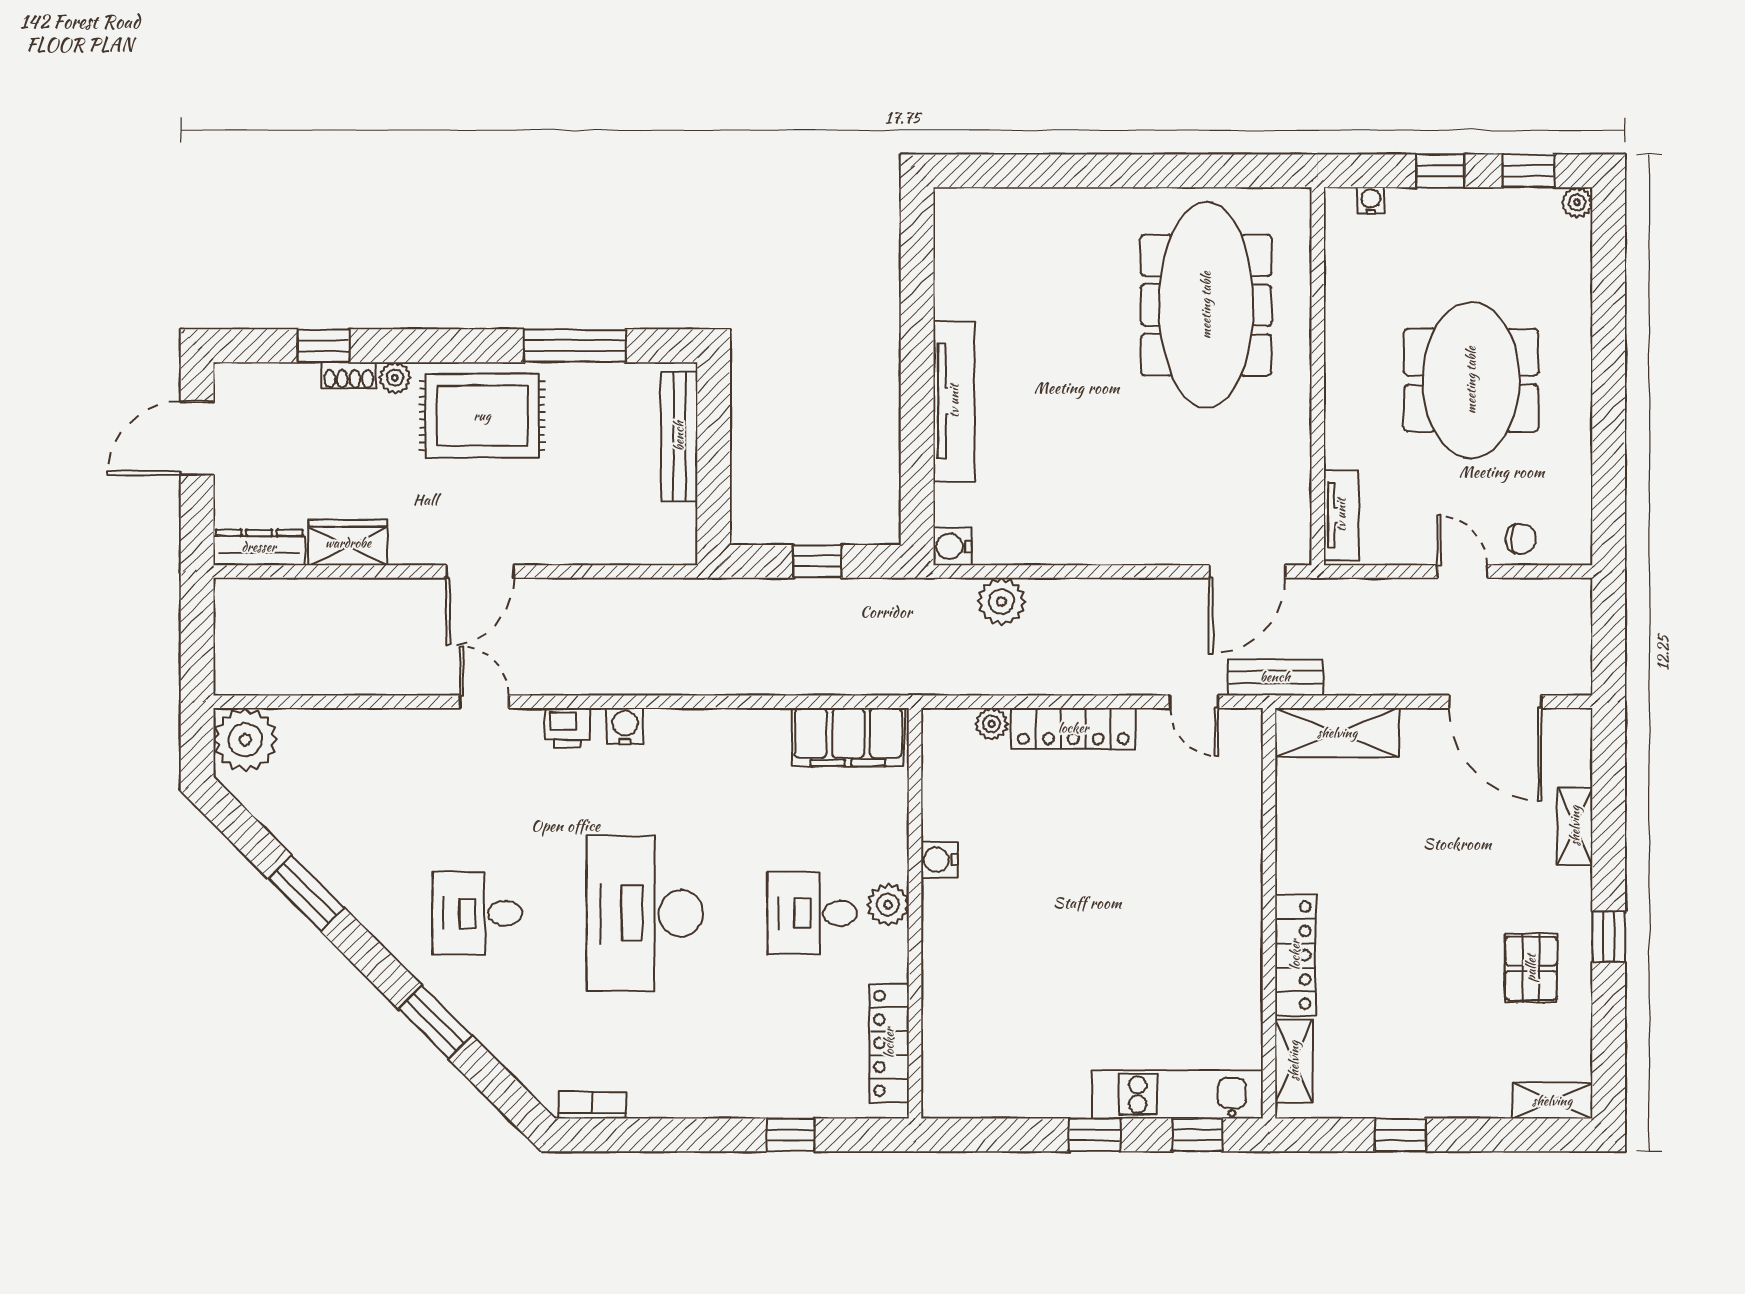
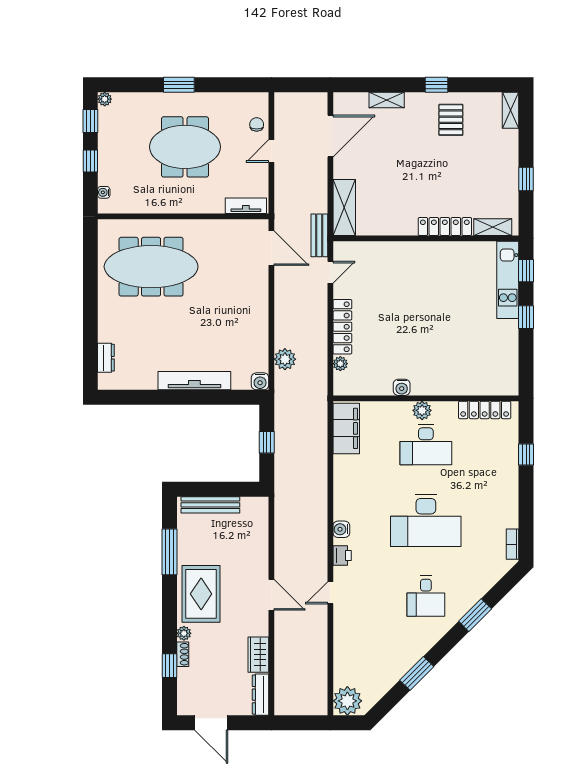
dresser: (1005, 205) -> (106, 358), added
window: (1609, 367) -> (179, 85), added
desk: (812, 913) -> (426, 445), width x1.37
pallet: (1531, 968) -> (451, 120), turned 90

